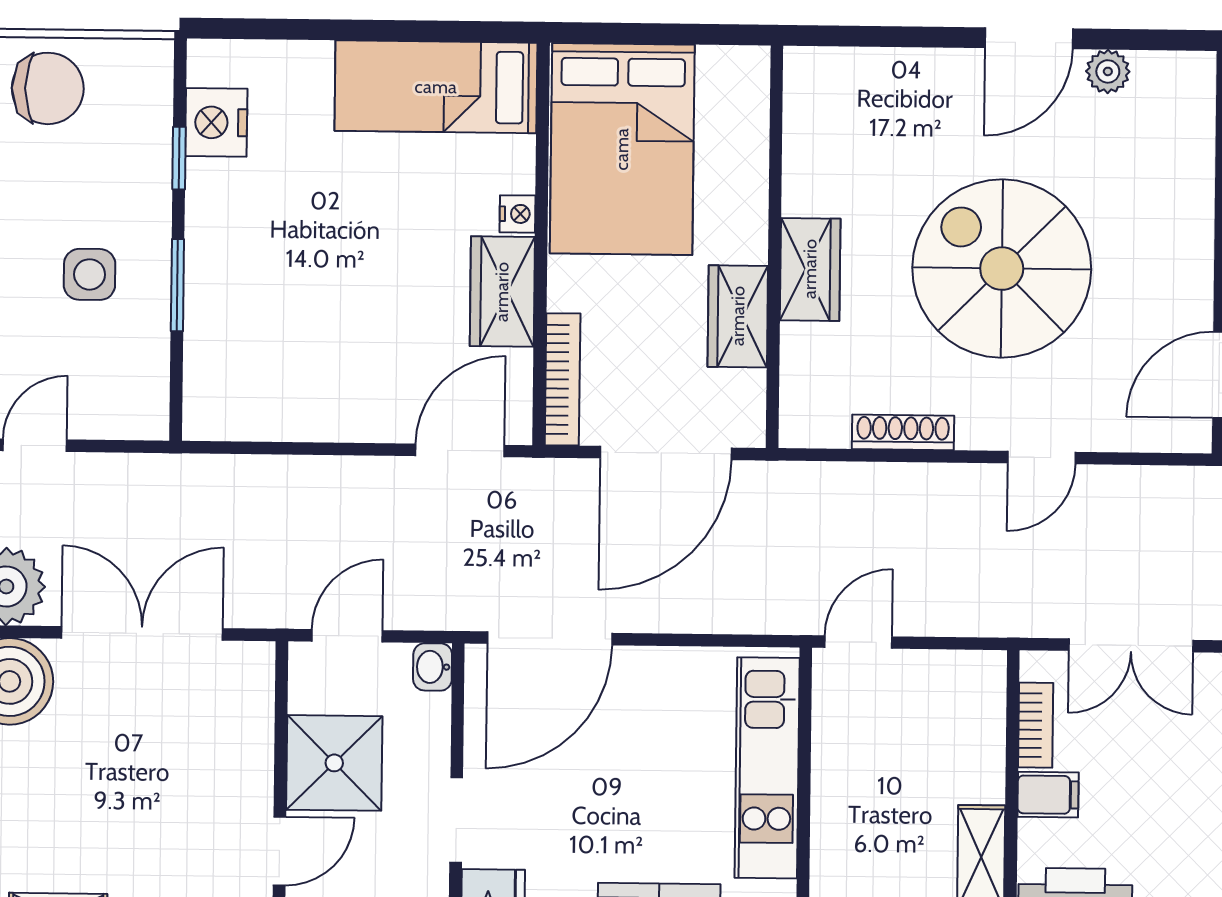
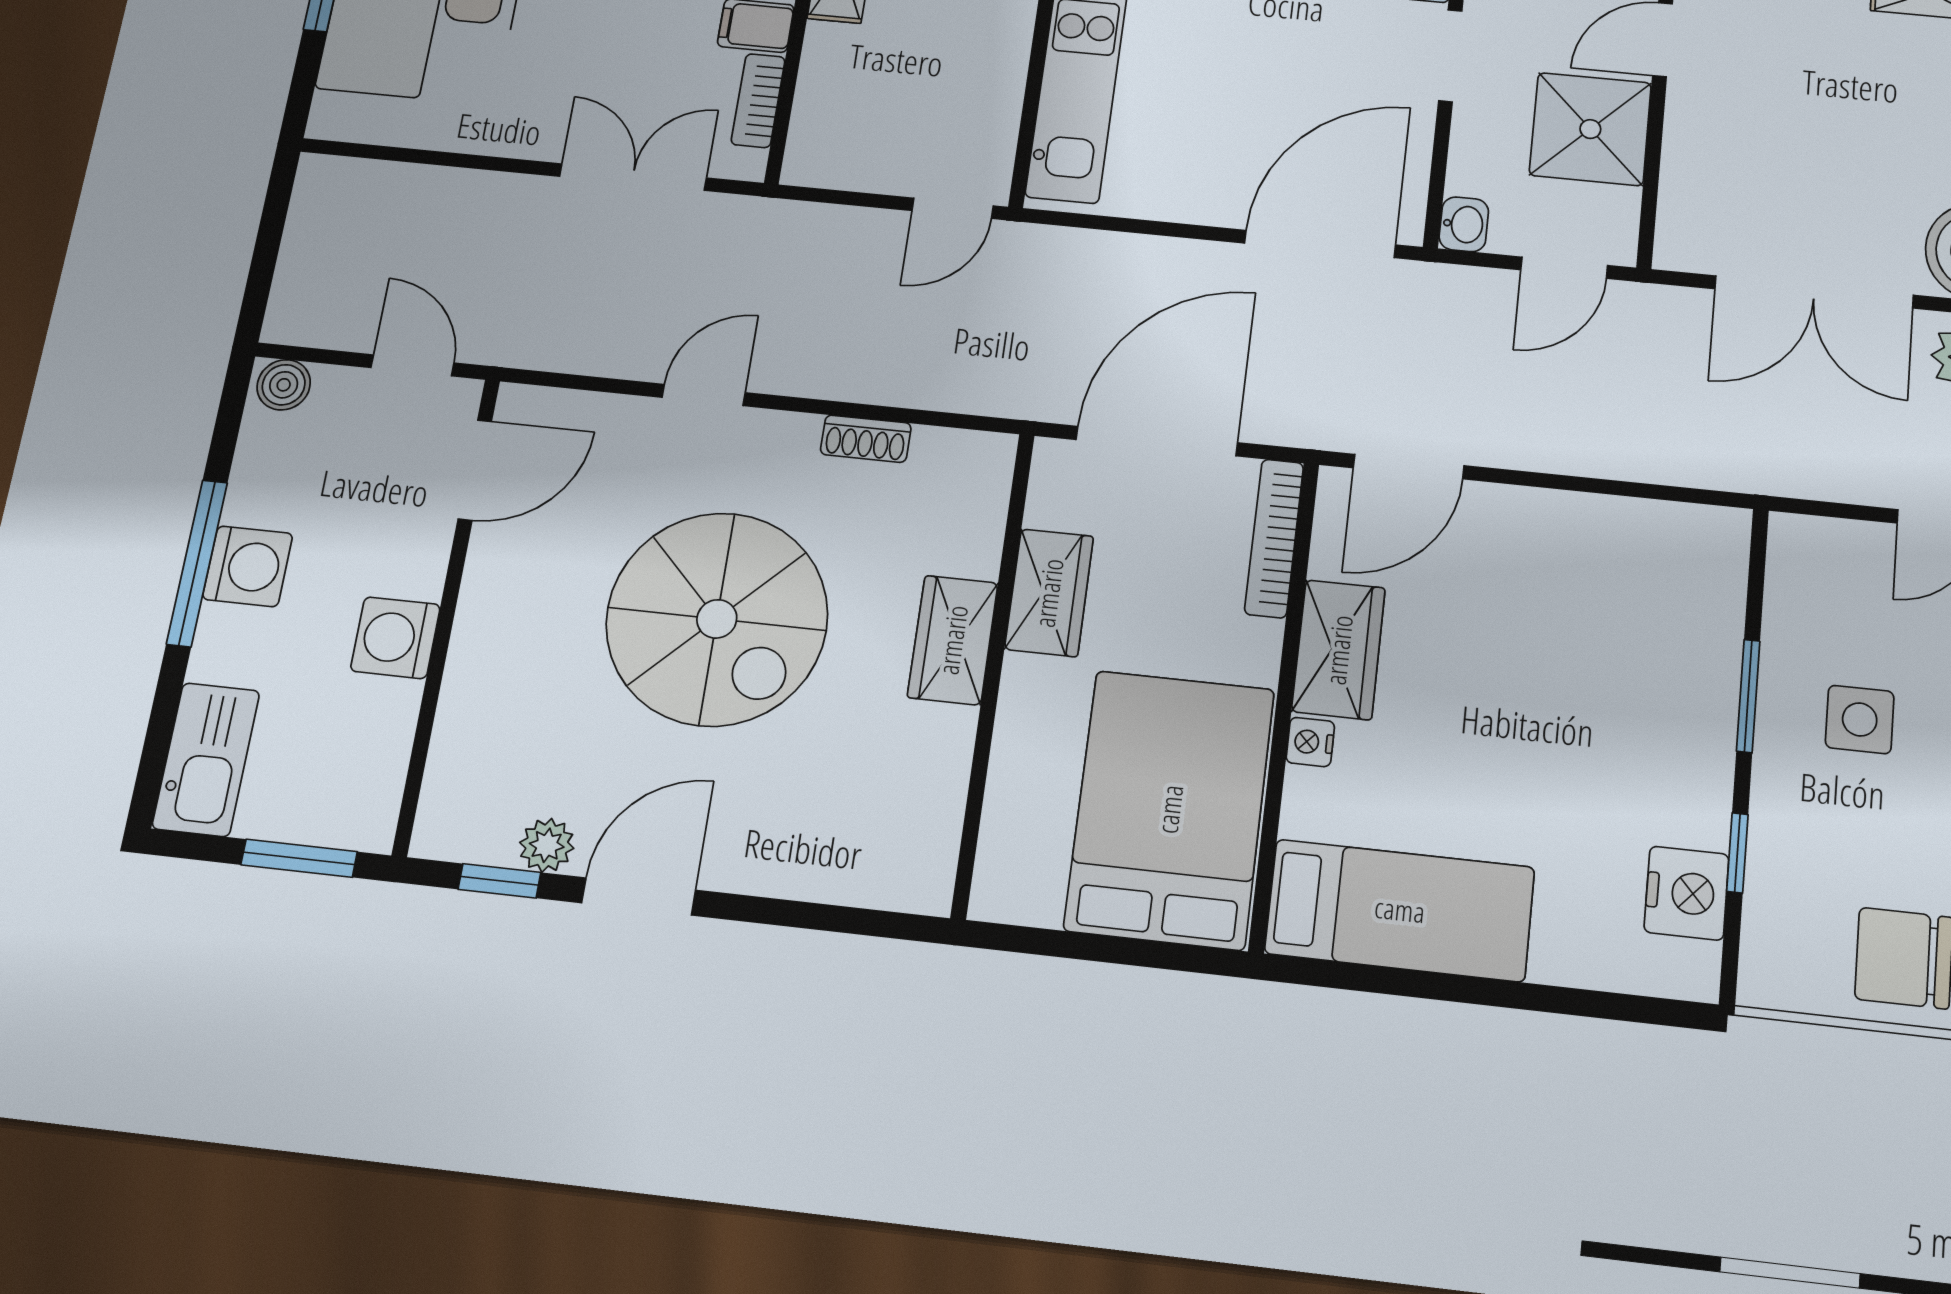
window: (1140, 40) -> (499, 881), added
shoe rack: (903, 432) -> (866, 439), width x0.70

